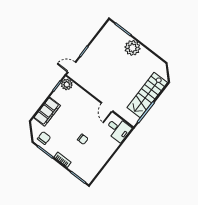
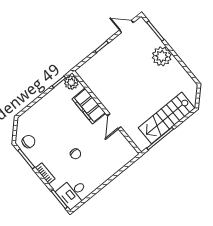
door: (72, 67) -> (126, 26), moved
filing cabinet: (47, 112) -> (89, 106), moved, turned 90
desk: (118, 129) -> (73, 193), moved, turned 90

